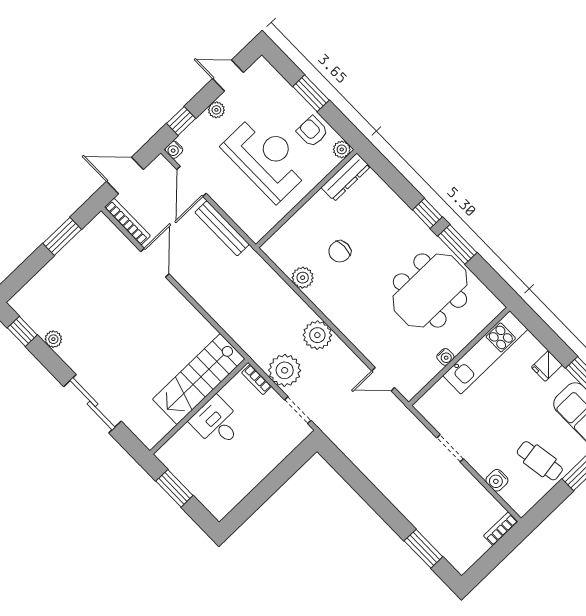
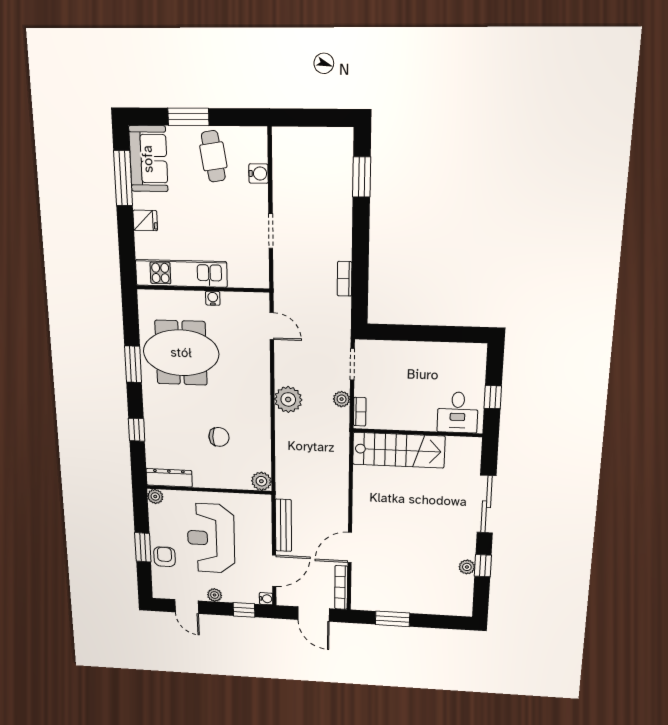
armchair: (312, 131) -> (165, 557), moved, turned 180
window: (427, 213) -> (137, 430), moved
plant: (303, 278) -> (261, 481), moved
window: (22, 331) -> (483, 566), moved
plant: (285, 370) -> (342, 399), width x0.53, depth x0.53
desk: (217, 423) -> (458, 412), moved
window: (174, 488) -> (493, 397), width x0.67
bookcase: (501, 529) -> (345, 279), moved, turned 90

